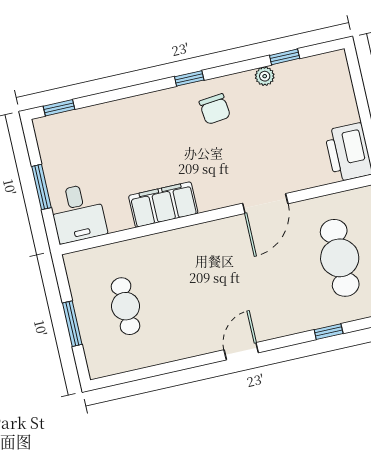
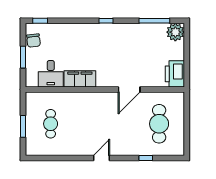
window: (285, 57) -> (154, 21), width x2.17
plant: (265, 76) -> (175, 32), moved, width x1.88, depth x1.88
chair: (215, 109) -> (33, 41), moved
desk: (78, 213) -> (51, 74), moved

